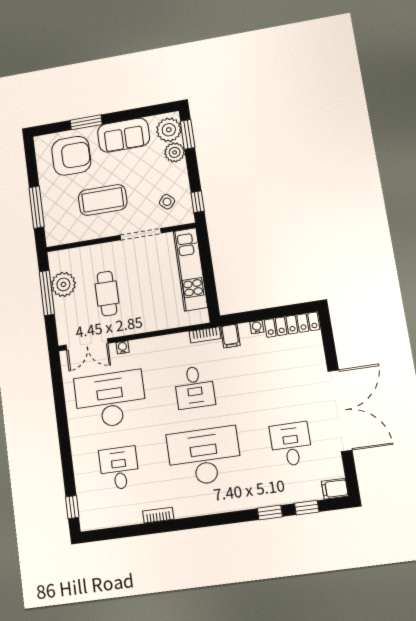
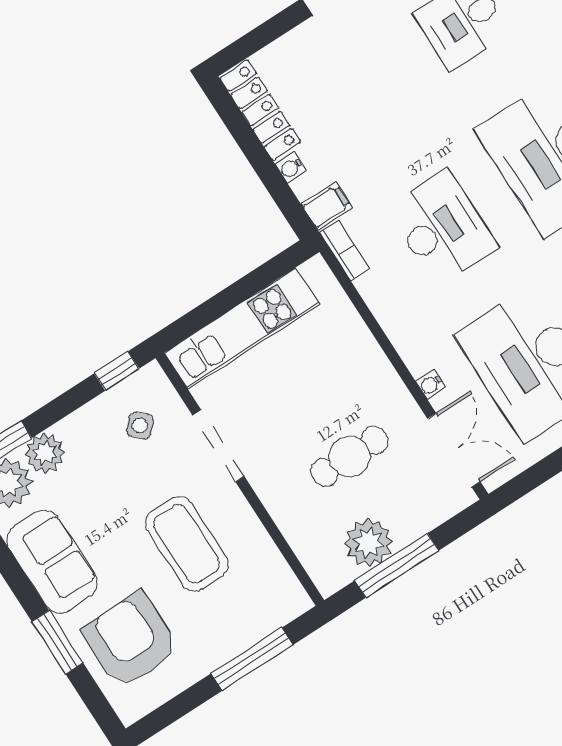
desk: (194, 387) -> (442, 228), width x1.37

